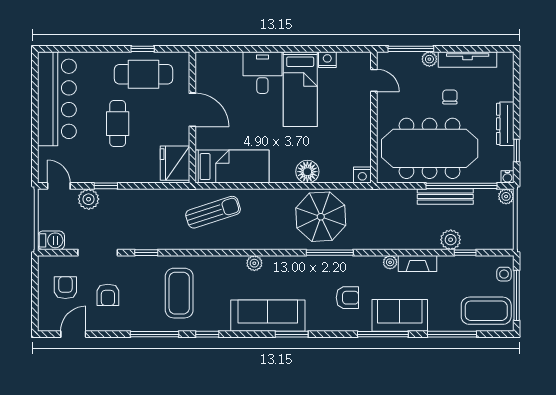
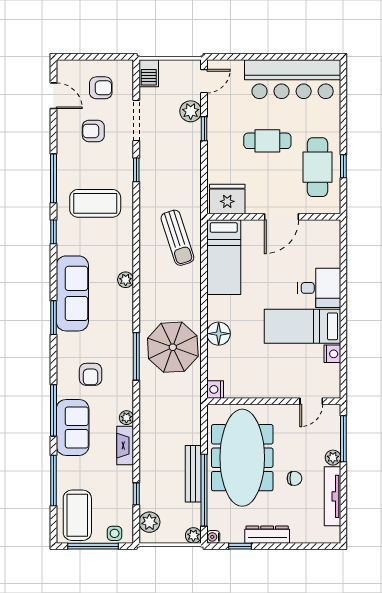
plant: (451, 240) -> (149, 522), moved

